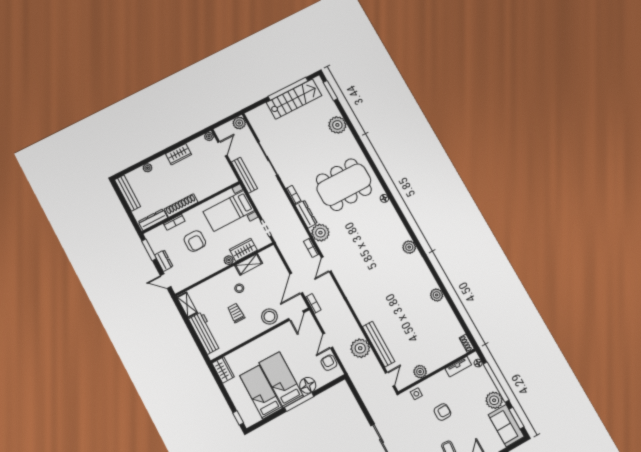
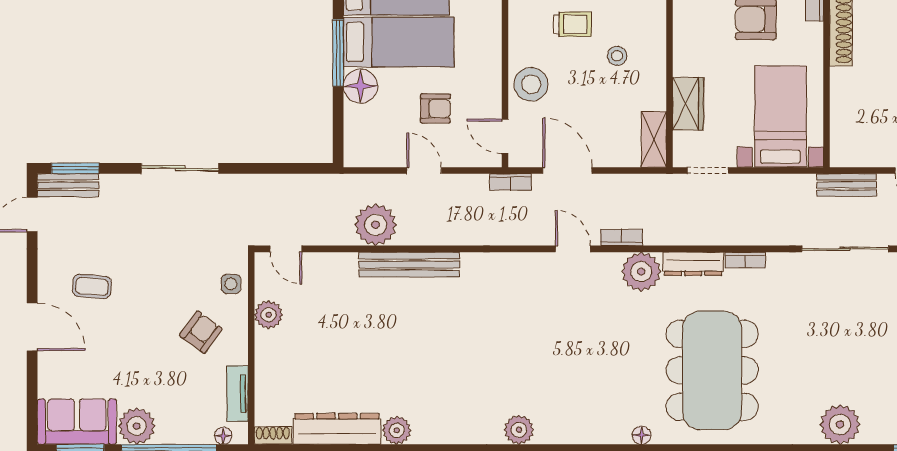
bench: (244, 175) -> (847, 185), width x0.73
plant: (229, 260) -> (683, 65), removed
shelving: (249, 264) -> (654, 139), moved
dresser: (450, 319) -> (337, 429), added
bench: (379, 344) -> (409, 265), moved
armchair: (329, 363) -> (435, 108), moved
armchair: (442, 412) -> (201, 332), moved, turned -144

